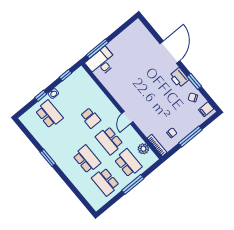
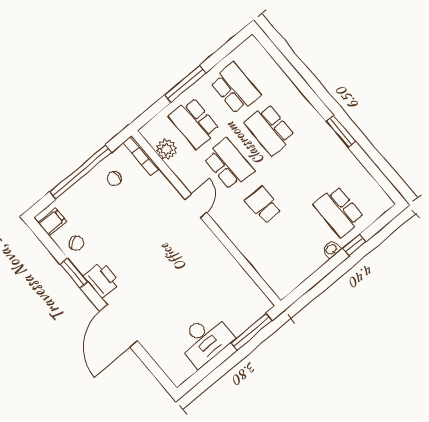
desk: (101, 62) -> (205, 340), moved
window: (66, 75) -> (309, 283), removed
window: (190, 136) -> (80, 172), width x1.46

